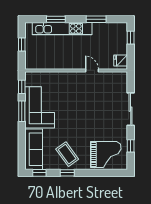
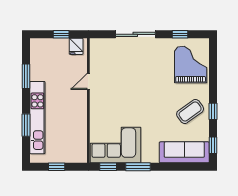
window: (131, 38) -> (61, 34), moved
corner sofa: (40, 107) -> (115, 145), moved

